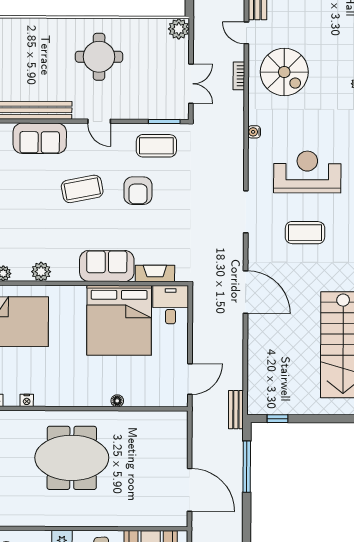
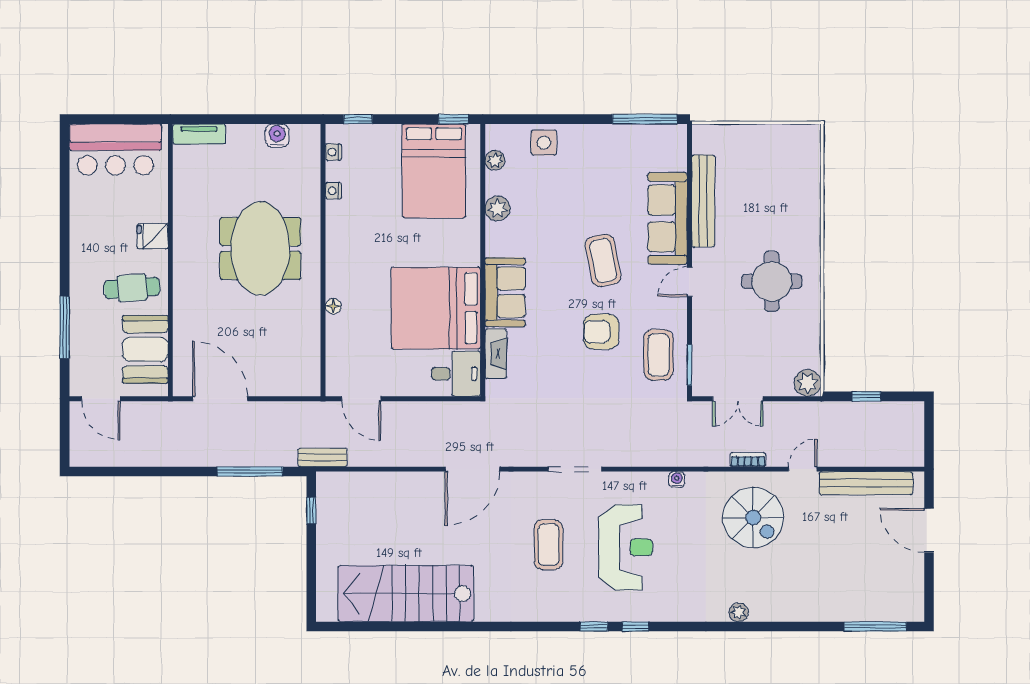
spiral stairs: (284, 72) -> (753, 518), turned -90
sofa: (40, 138) -> (668, 218), width x1.36
door: (190, 490) -> (220, 399), swing flipped

